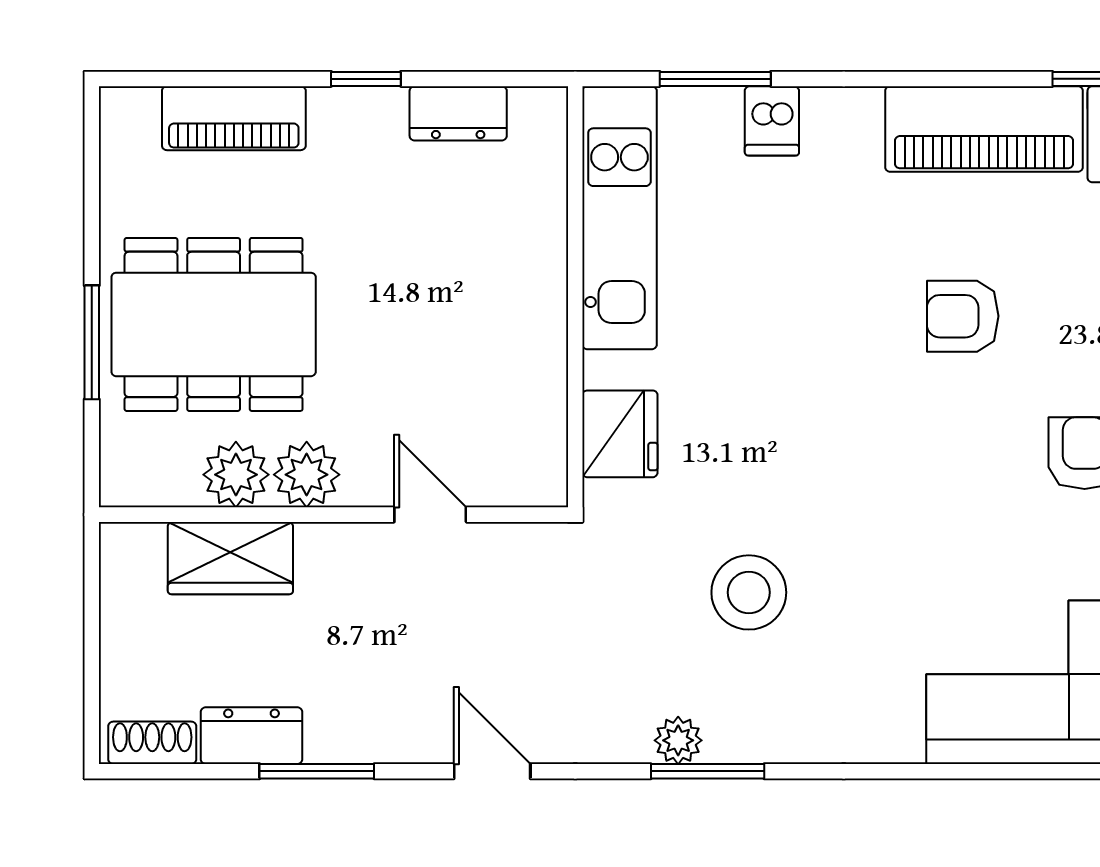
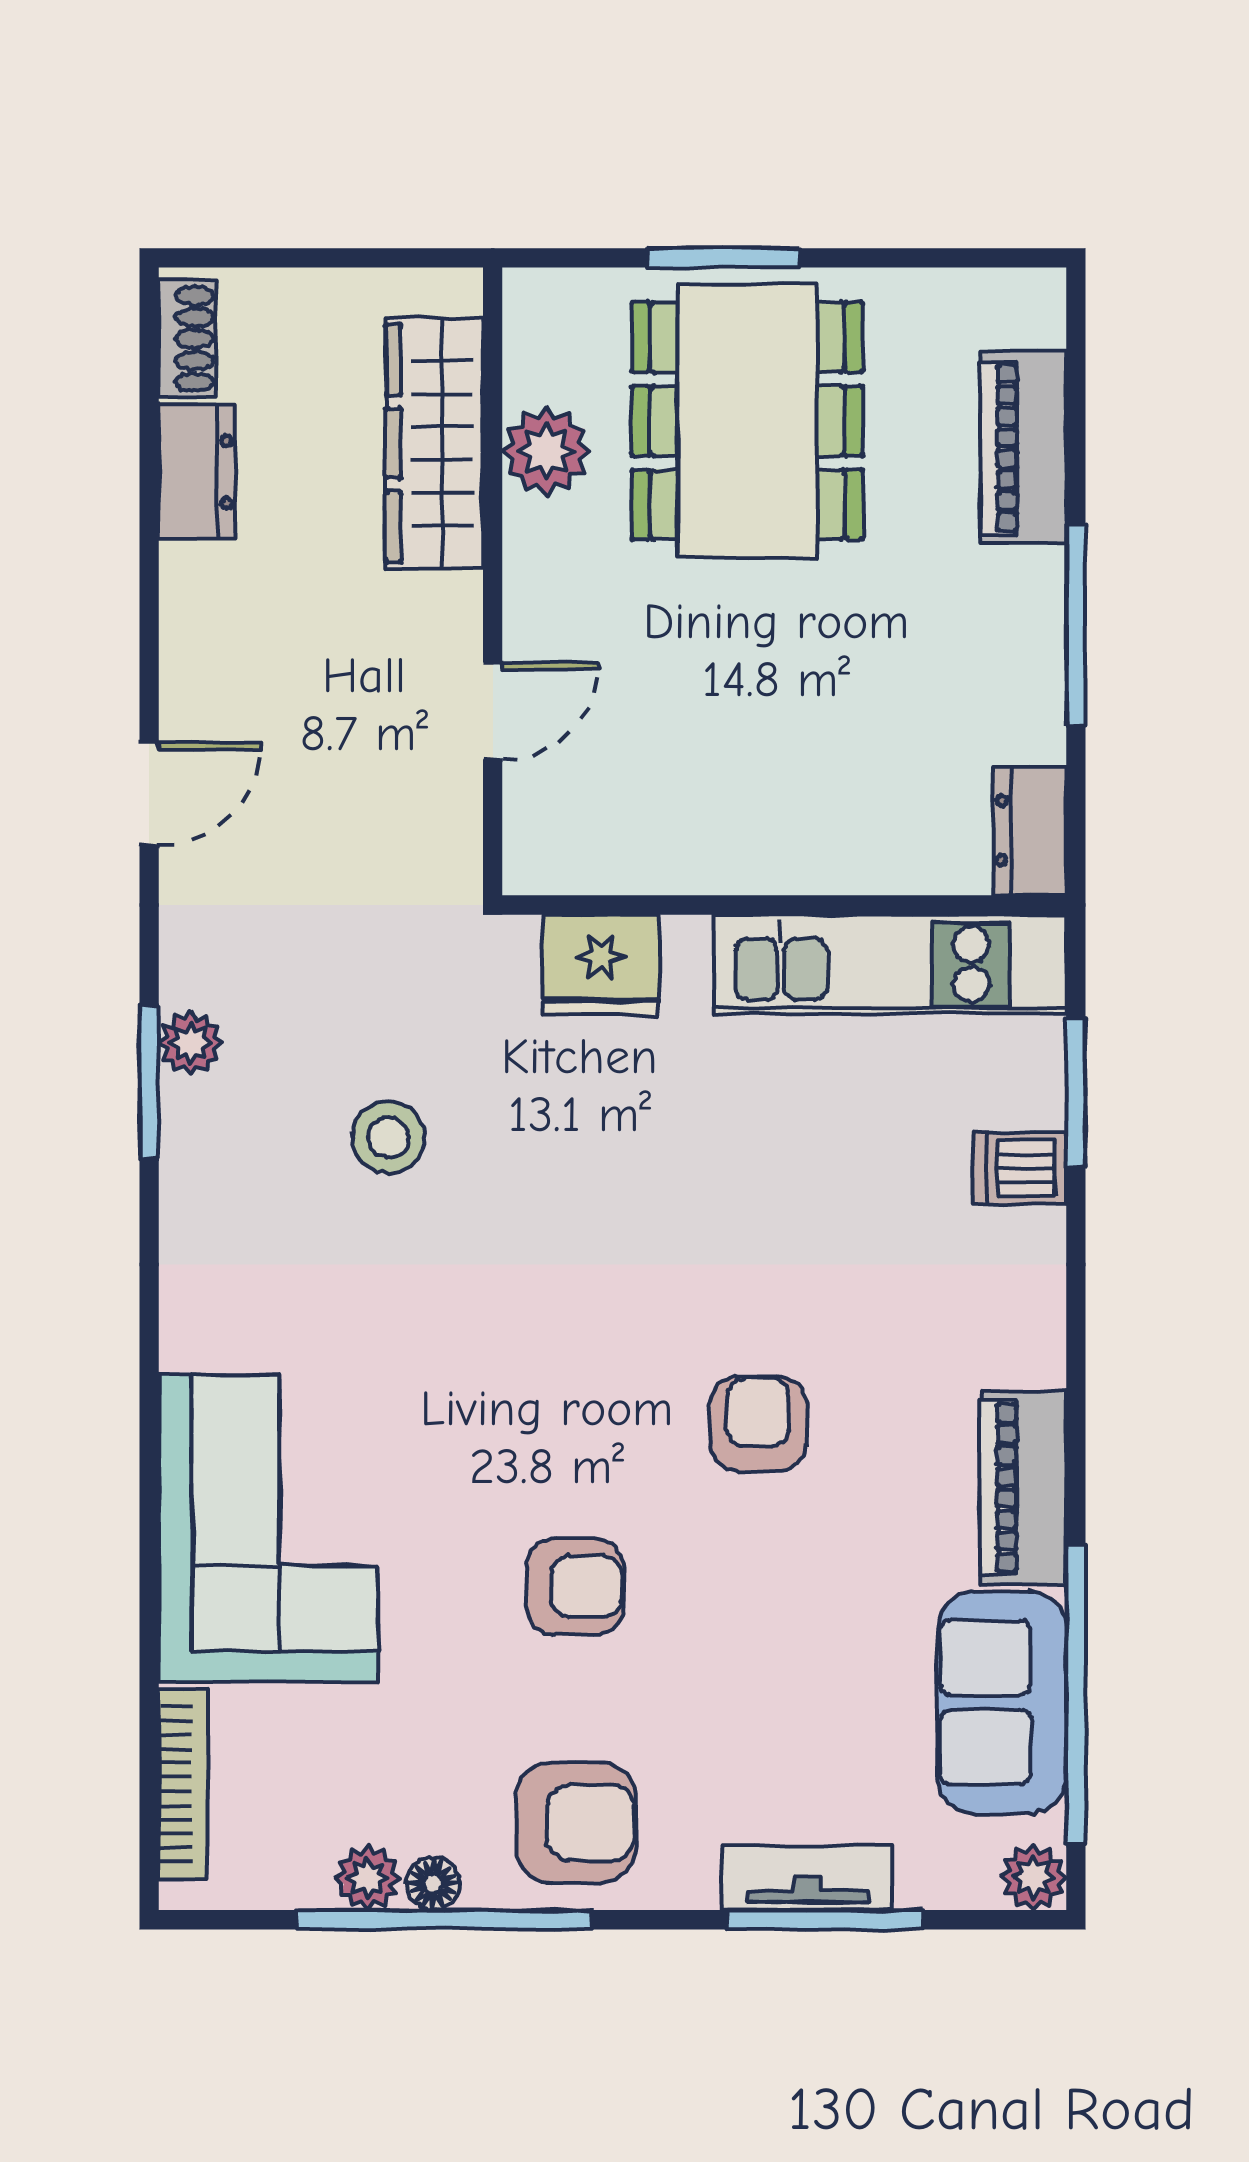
window: (366, 79) -> (1076, 625), width x2.17
dresser: (458, 113) -> (1030, 831), moved
piano: (984, 129) -> (1023, 1488), width x0.73, depth x0.75
plant: (307, 475) -> (546, 545), removed
wardrobe: (230, 558) -> (435, 443), width x1.50
stool: (749, 592) -> (388, 1137), width x0.73, depth x0.73
window: (317, 771) -> (149, 559), removed

